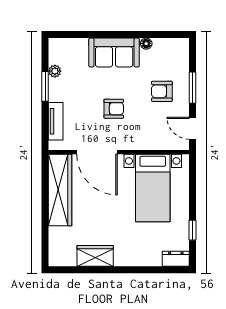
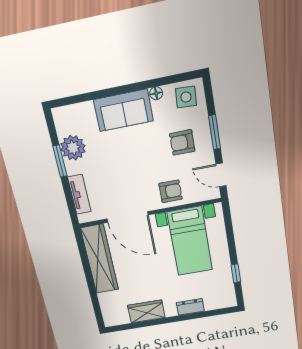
side table: (172, 52) -> (186, 97), added
plant: (55, 71) -> (73, 148), width x1.88, depth x1.88
armchair: (114, 109) -> (171, 191), moved
dresser: (176, 259) -> (190, 307), moved

